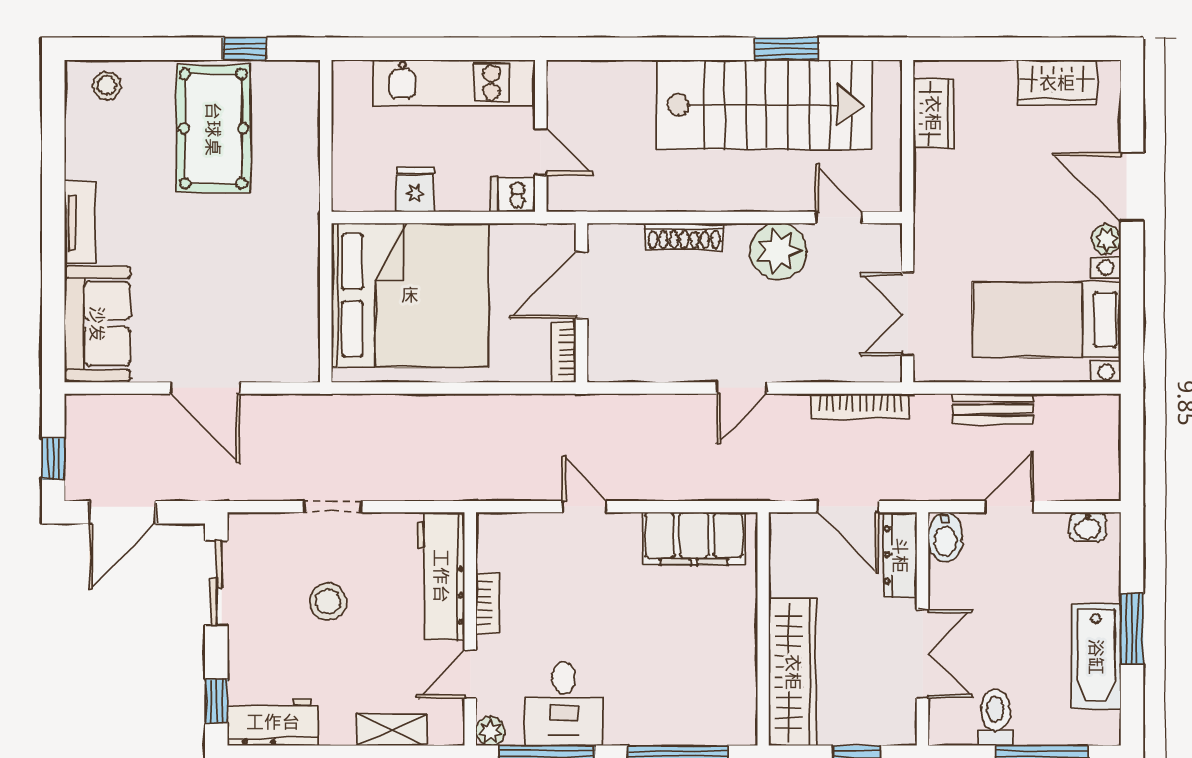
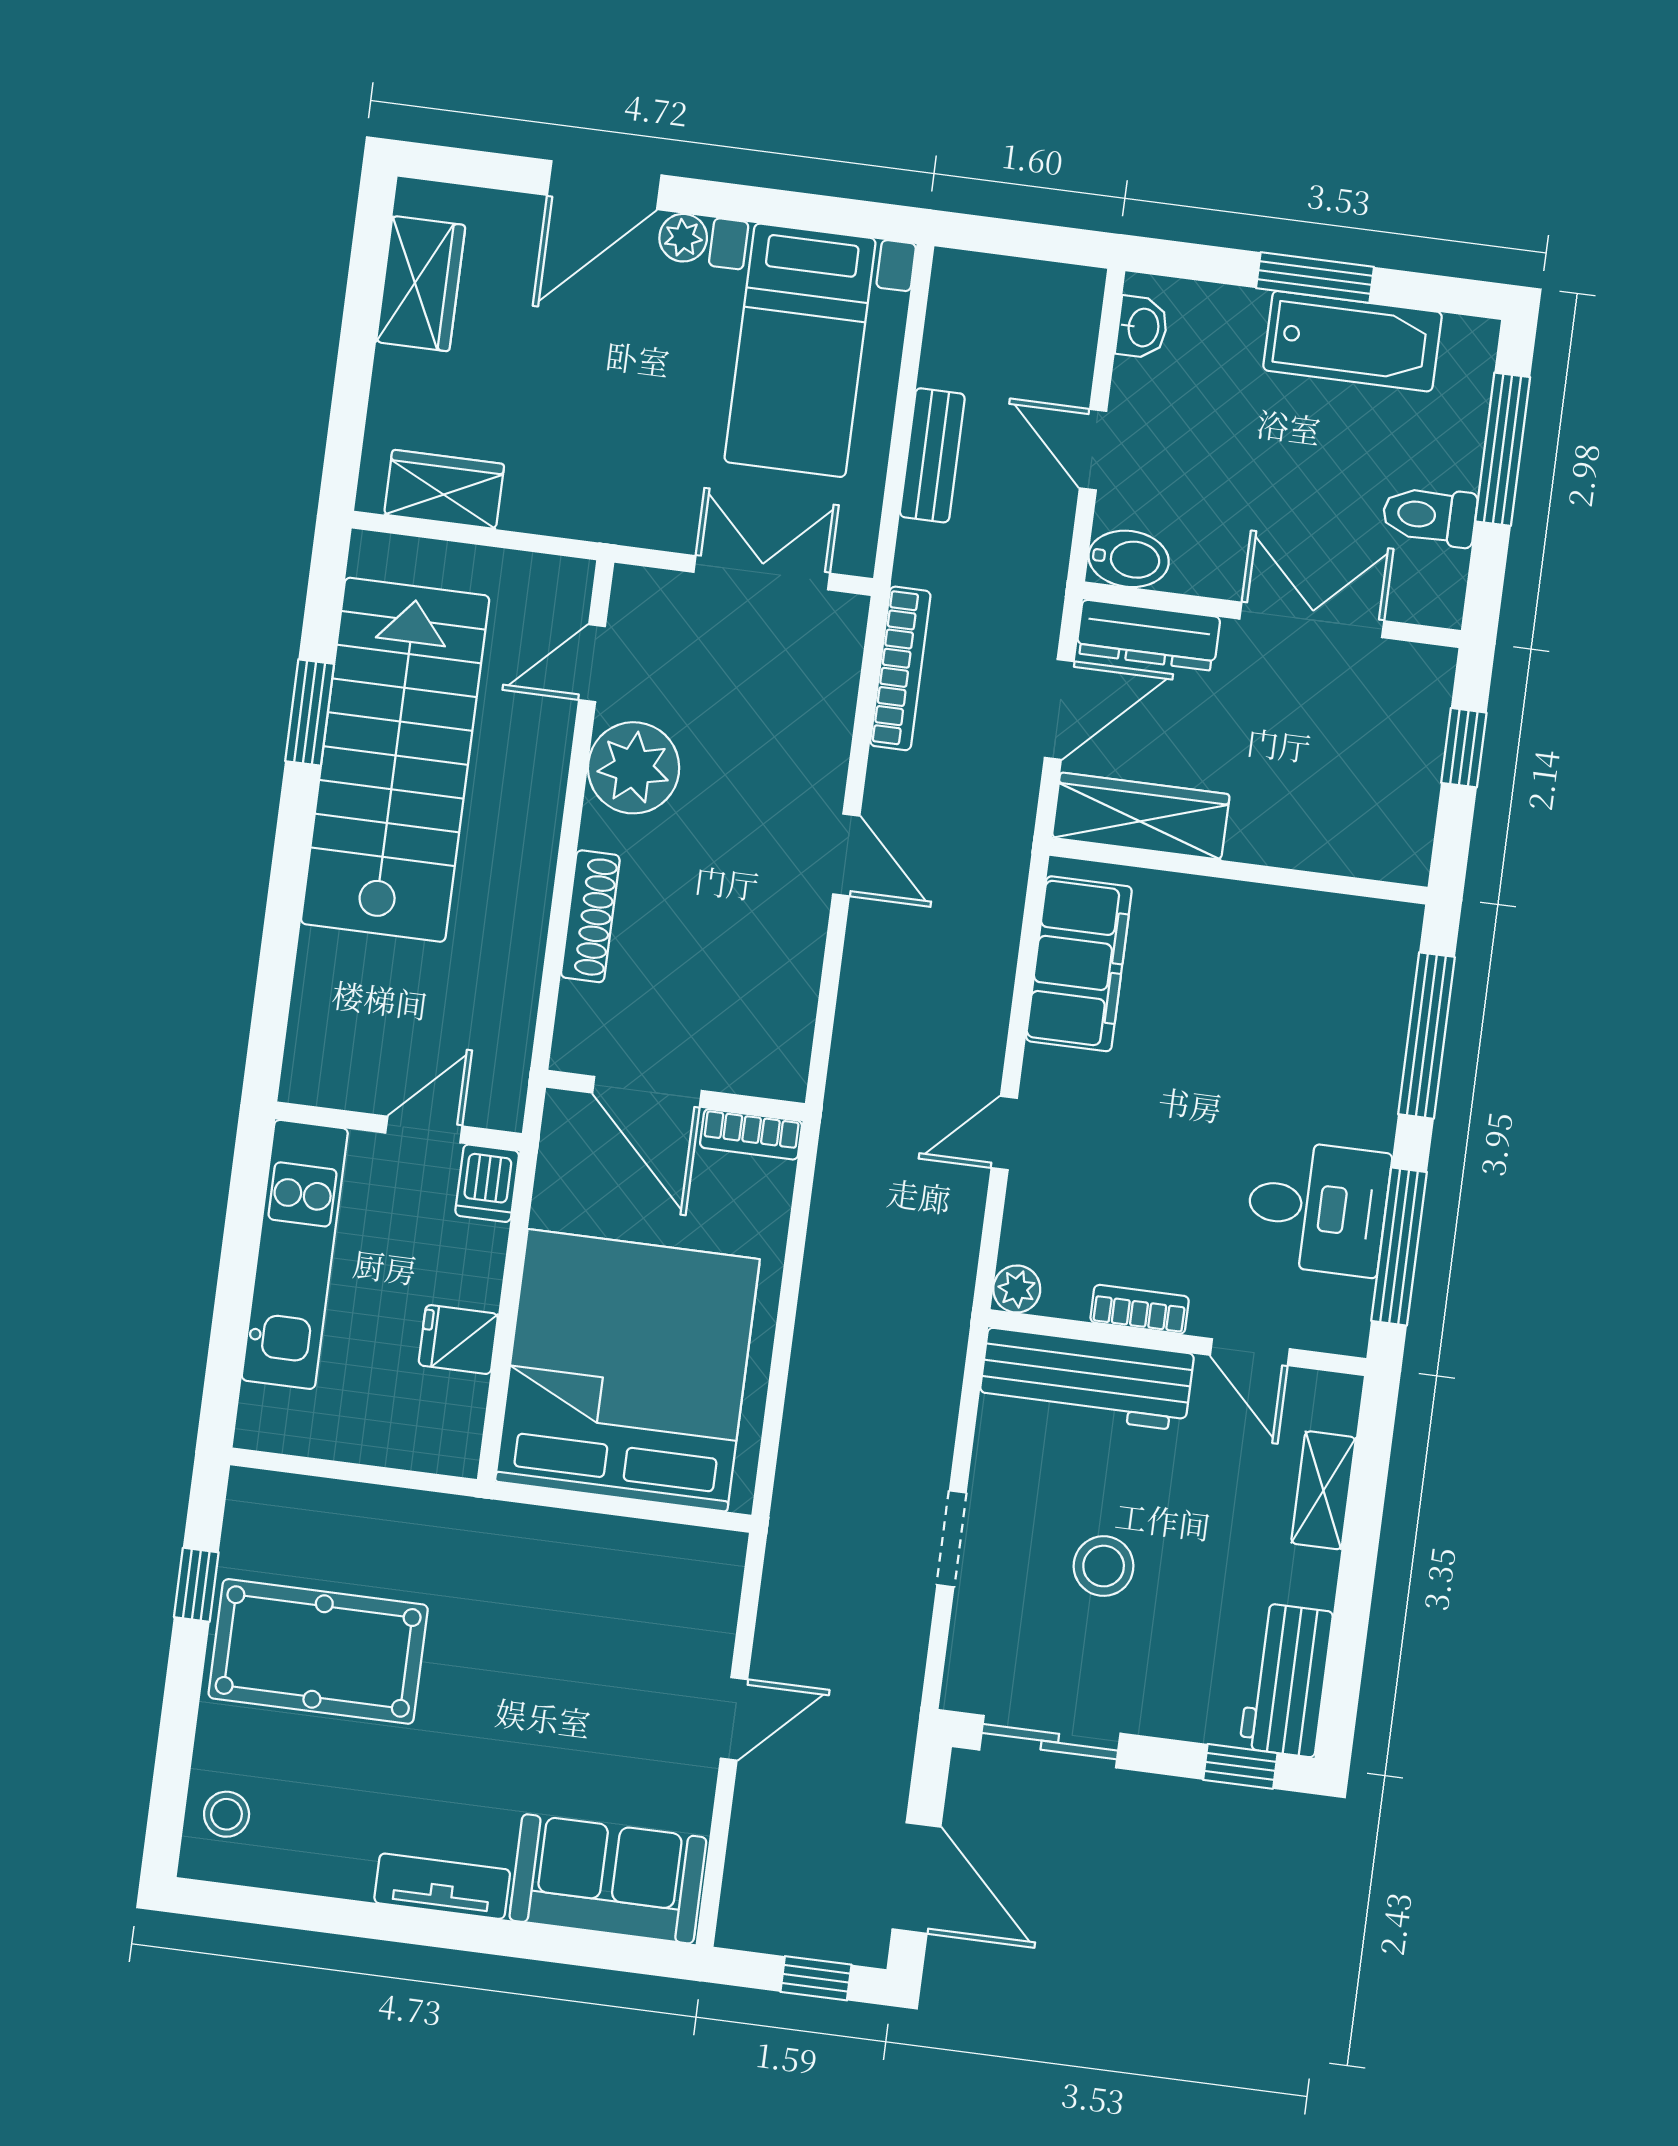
double door: (908, 314) -> (762, 573), swing flipped
door: (205, 388) -> (734, 1719), width x0.73
wardrobe: (793, 672) -> (1141, 816), moved, width x0.71, depth x0.85
plant: (490, 731) -> (1017, 1289), moved

